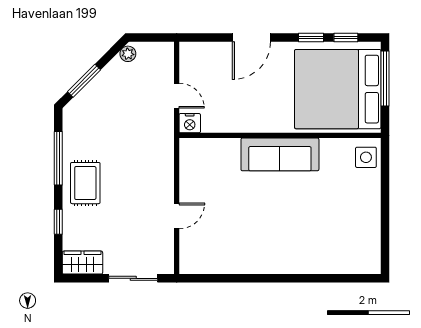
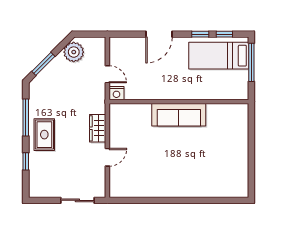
plant: (128, 54) -> (74, 52), width x1.88, depth x1.88
bed: (338, 89) -> (219, 56), width x0.49
side table: (366, 157) -> (238, 117), removed
wardrobe: (82, 263) -> (98, 128), moved, turned -90

